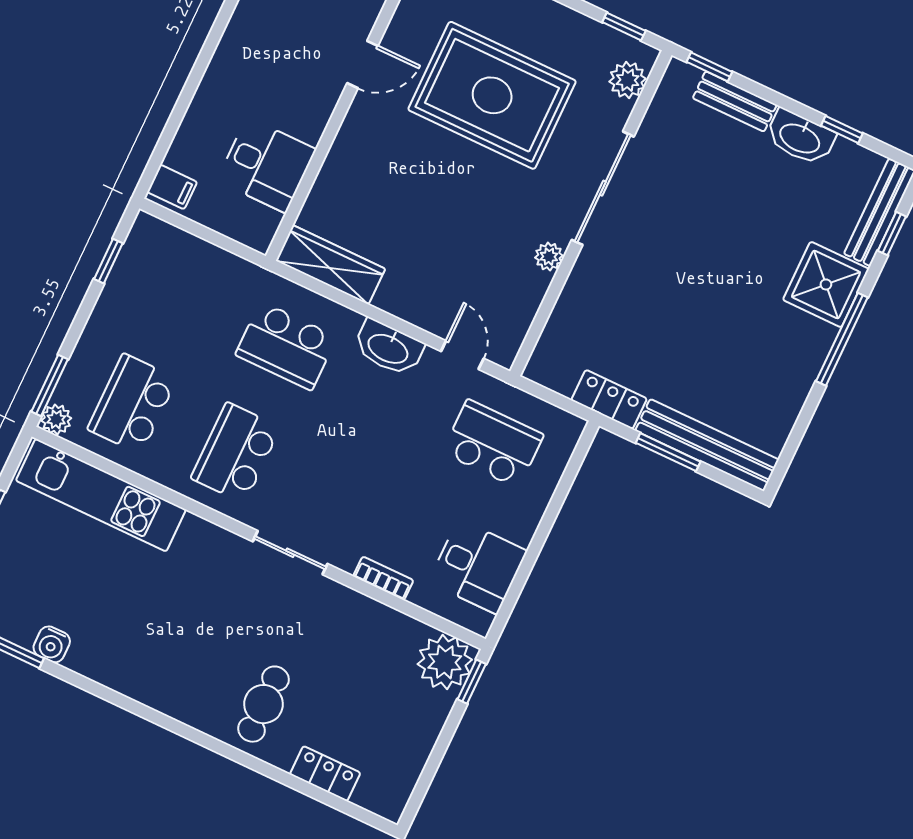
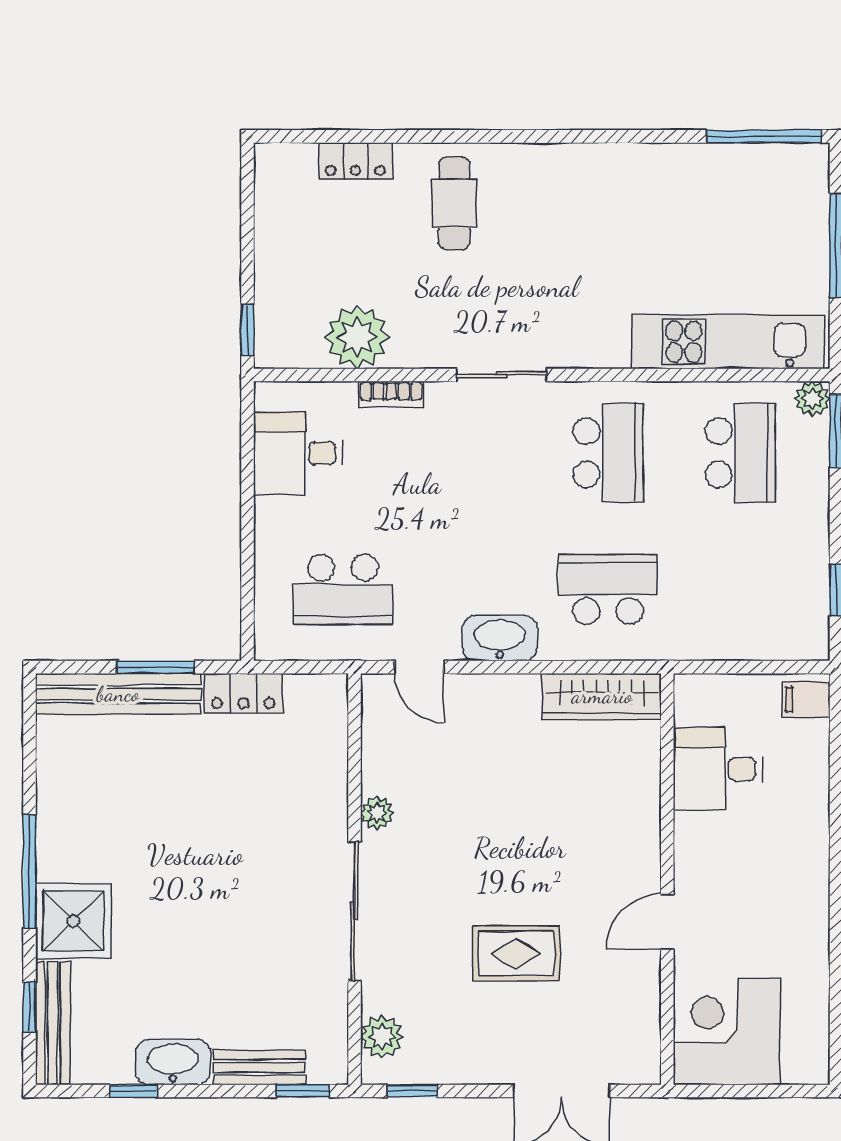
rug: (492, 95) -> (516, 954), width x0.54, depth x0.49
water cooler: (52, 644) -> (706, 161), removed
plant: (445, 662) -> (357, 337), moved

